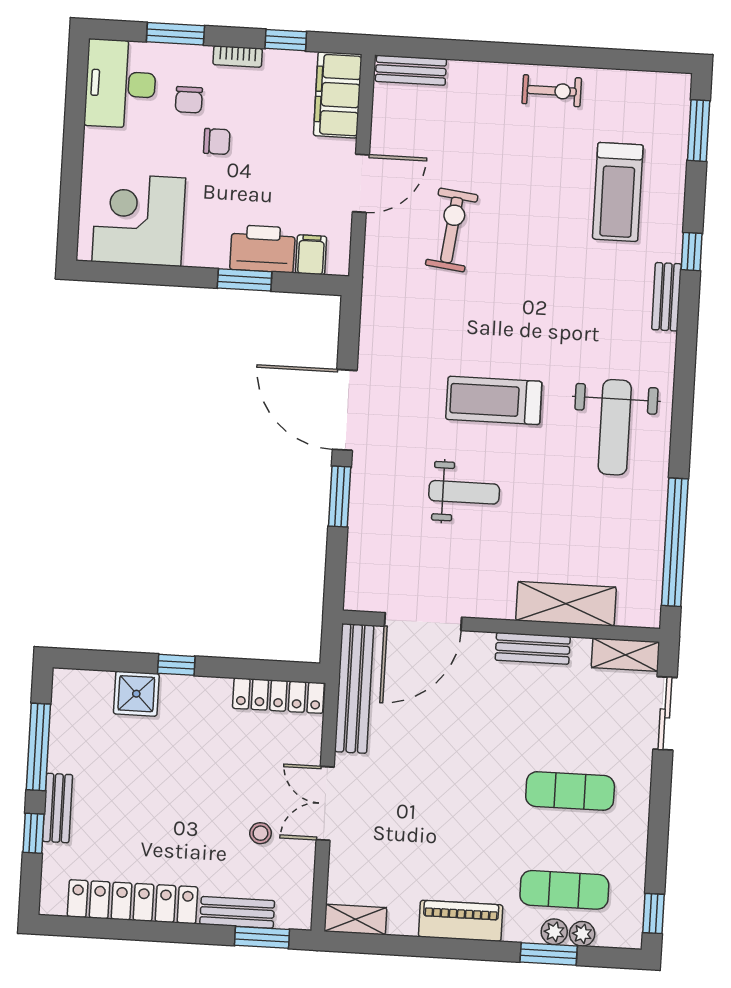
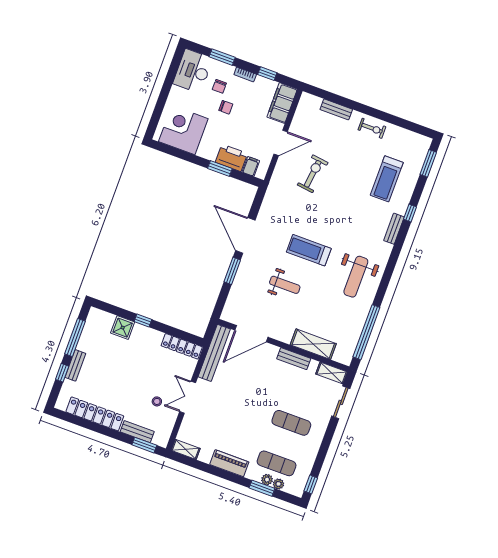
bench: (411, 70) -> (336, 109), moved

